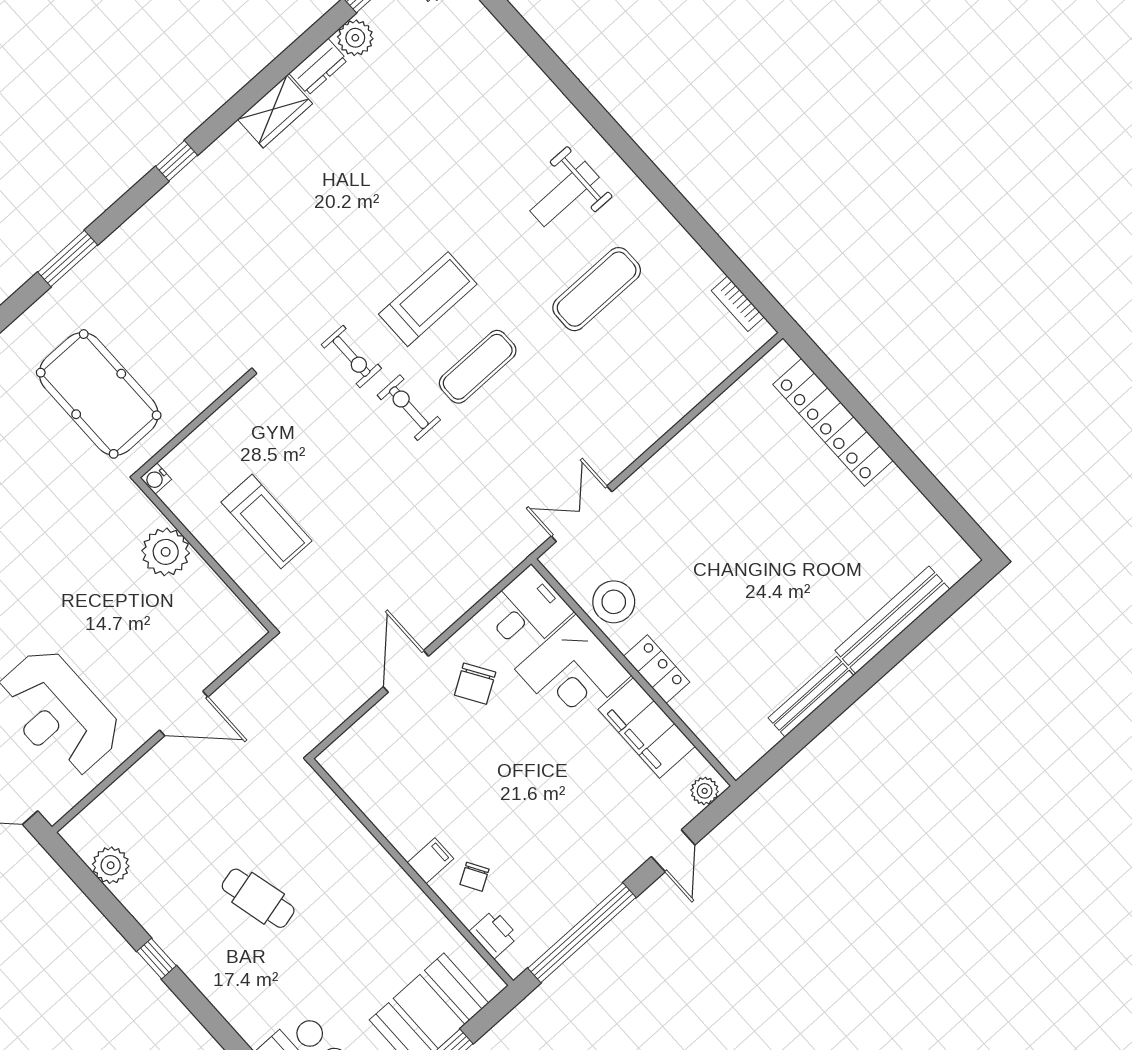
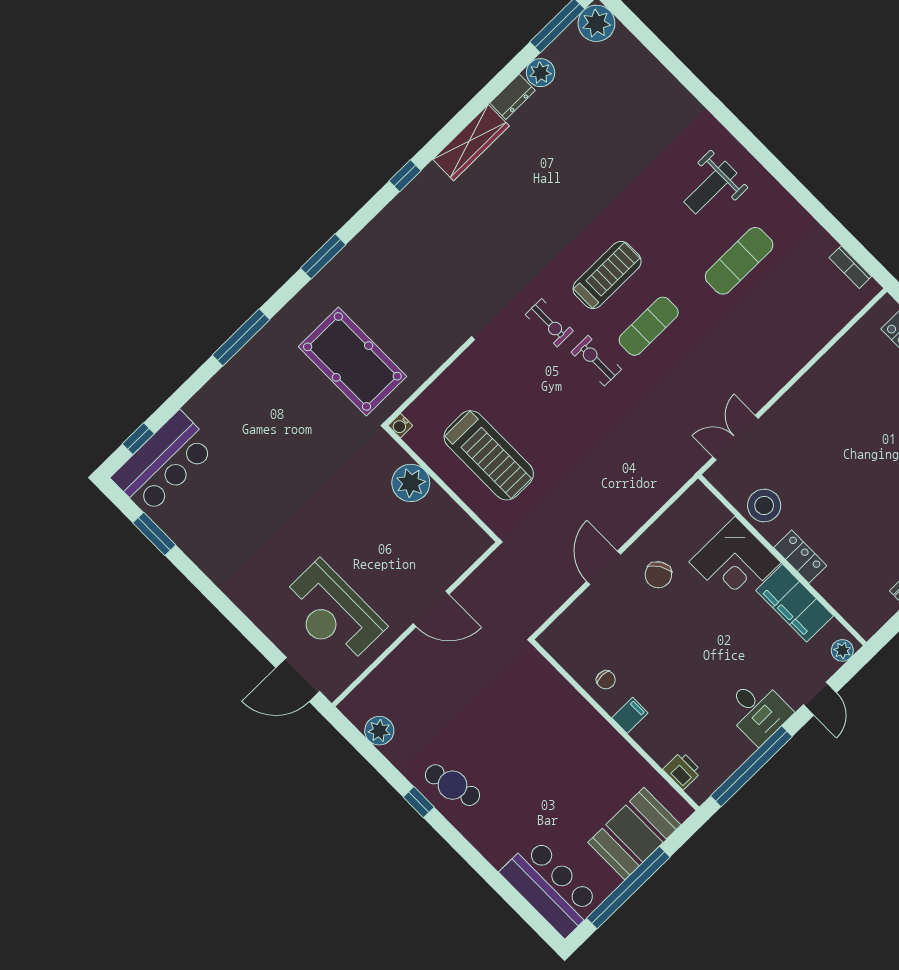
wardrobe: (275, 112) -> (471, 143), width x1.50
treadmill: (266, 521) -> (489, 455), width x1.37, depth x1.38
desk: (527, 611) -> (758, 711), moved, turned 90
chair: (474, 877) -> (606, 680), moved, turned -59
cafe table: (258, 898) -> (452, 785), moved

